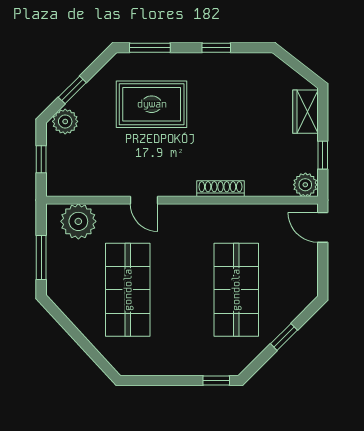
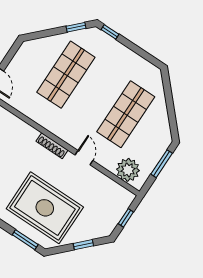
rug: (152, 104) -> (45, 208), width x1.37, depth x1.44
plant: (65, 121) -> (99, 230), removed
shoe rack: (220, 189) -> (52, 146), moved
window: (284, 337) -> (76, 27), moved

